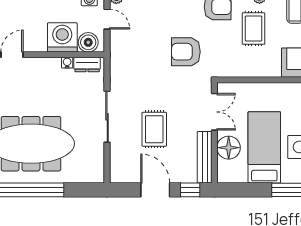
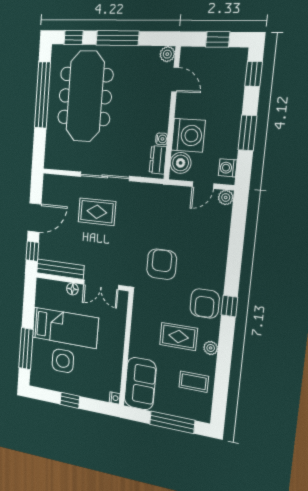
rug: (154, 129) -> (97, 212), moved
floor lamp: (229, 148) -> (72, 289), width x0.53, depth x0.53

